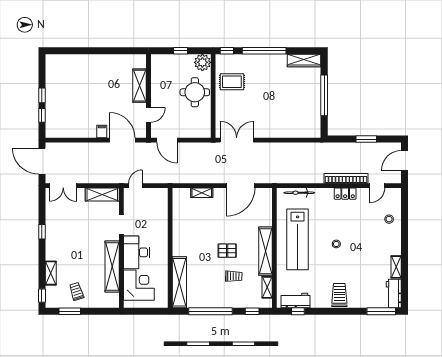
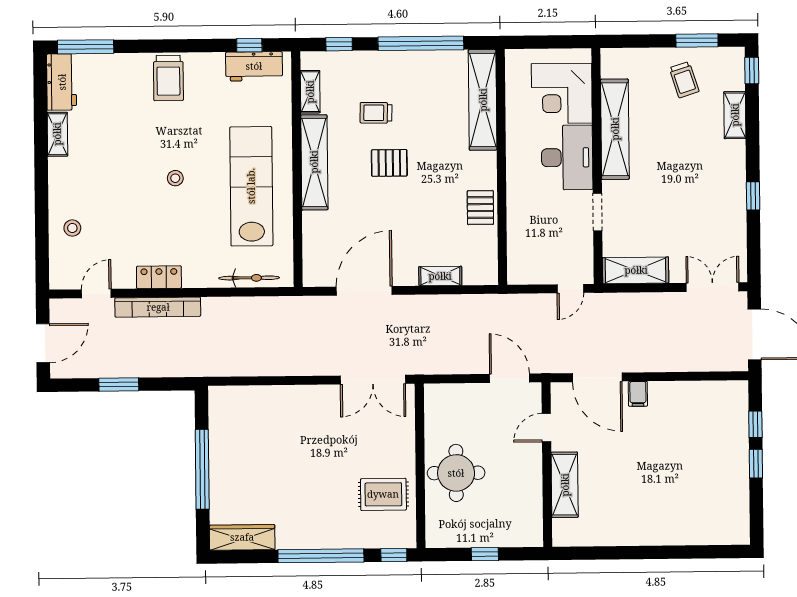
plant: (202, 62) -> (442, 532), removed
pallet: (181, 227) -> (480, 208), added

